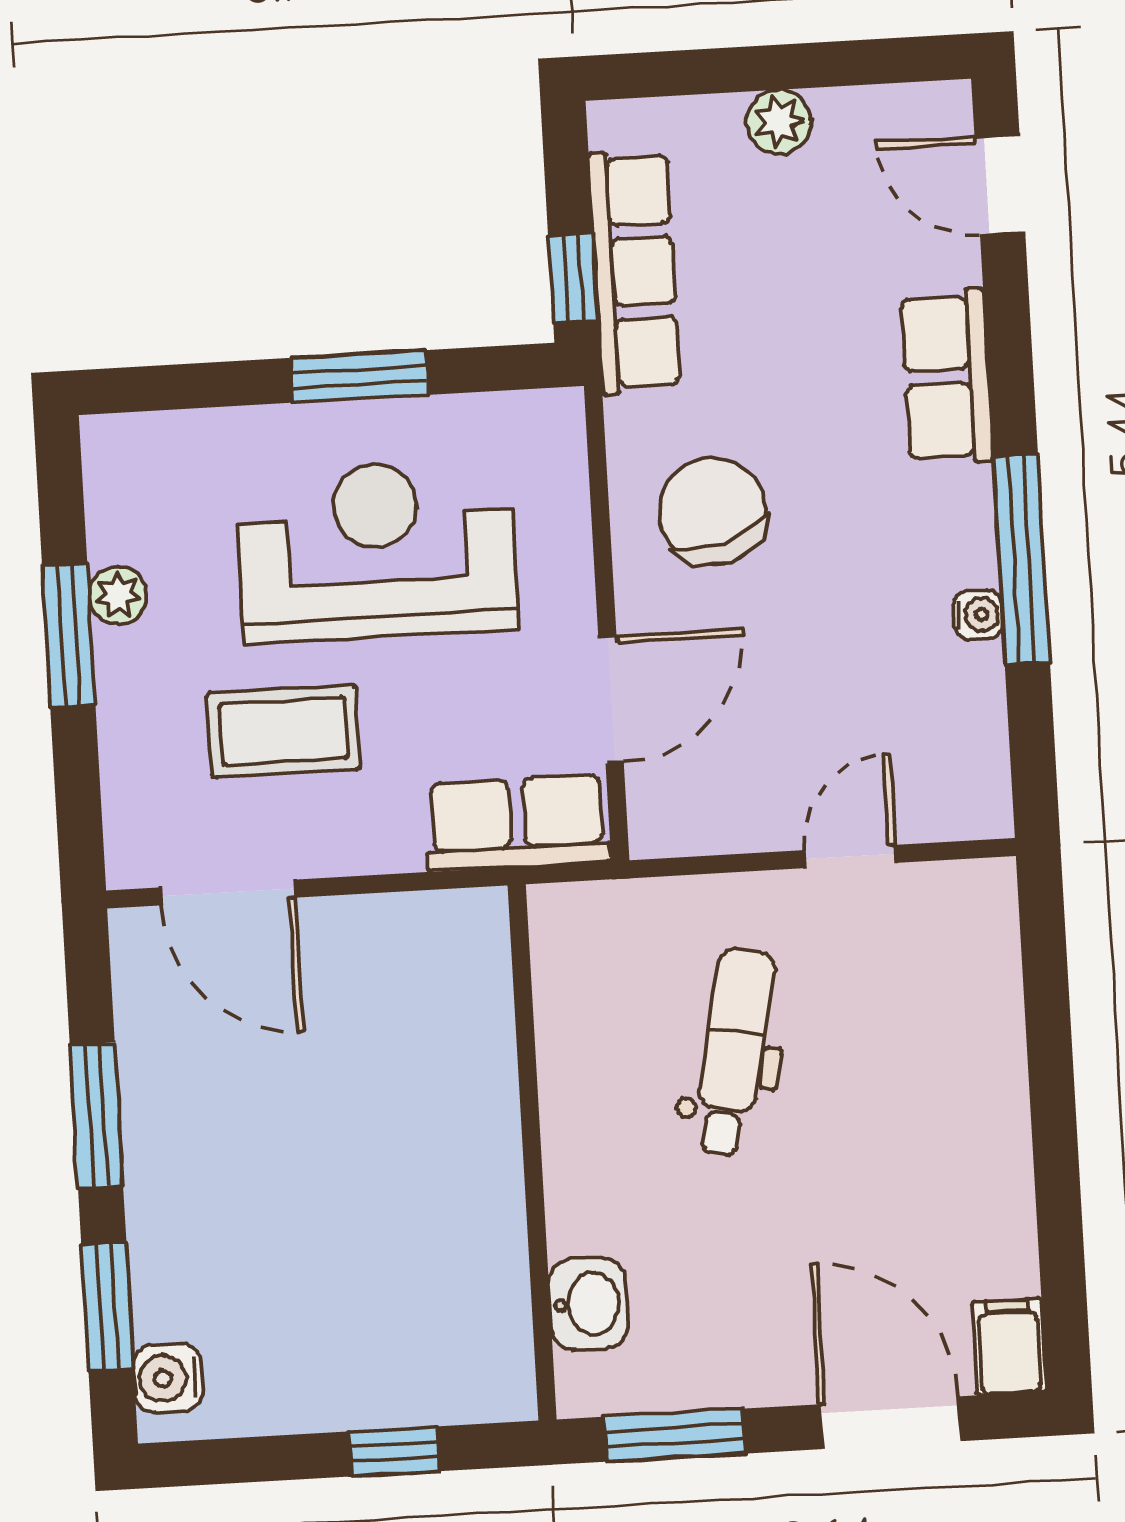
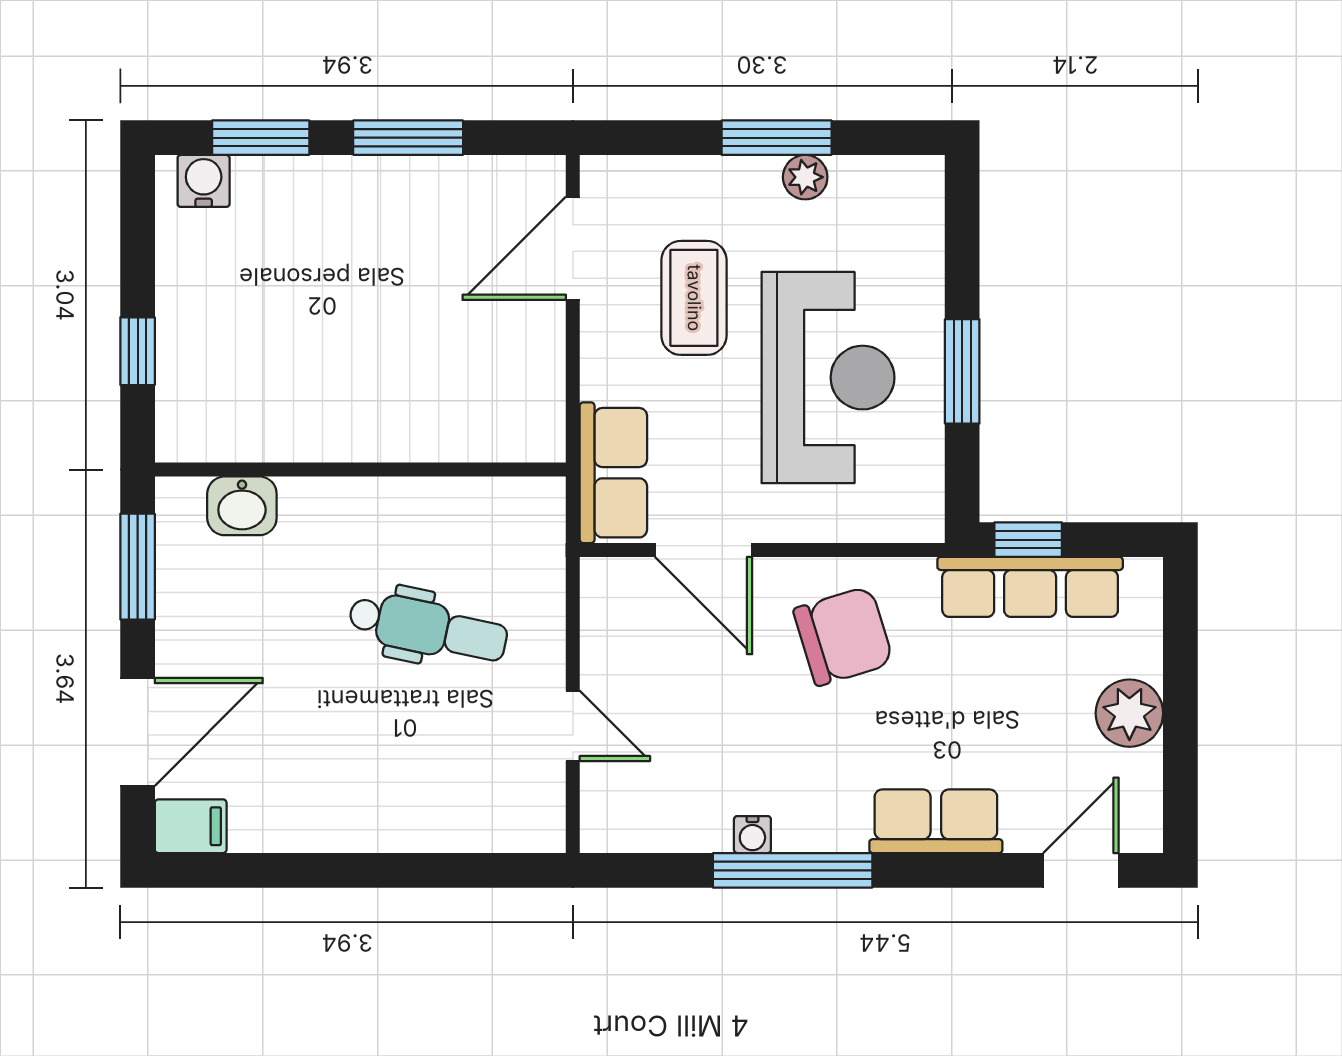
plant: (779, 122) -> (1129, 713), width x1.38, depth x1.38

